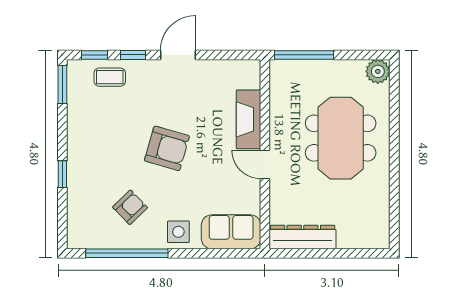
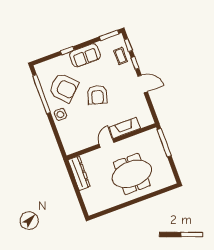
plant: (378, 71) -> (169, 180), removed
armchair: (130, 207) -> (63, 88), width x1.88, depth x1.88
sofa: (231, 232) -> (85, 55), moved, turned 90

